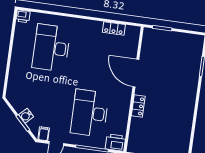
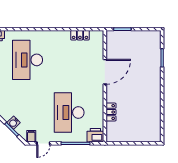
door: (136, 73) -> (105, 72), swing flipped
locker: (138, 106) -> (111, 112), moved

